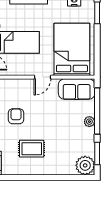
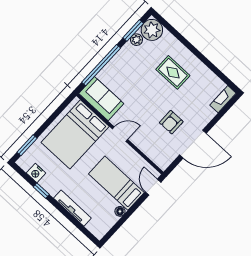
plant: (89, 122) -> (136, 40), moved
rug: (32, 149) -> (173, 72), moved

